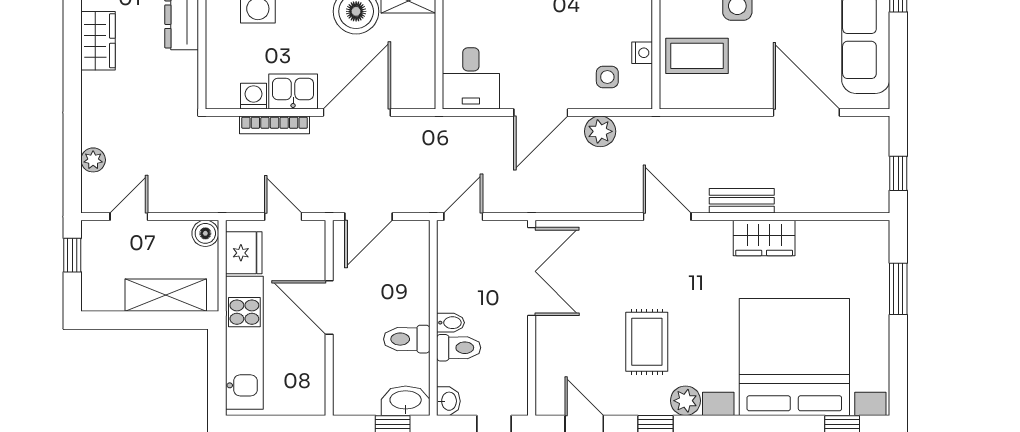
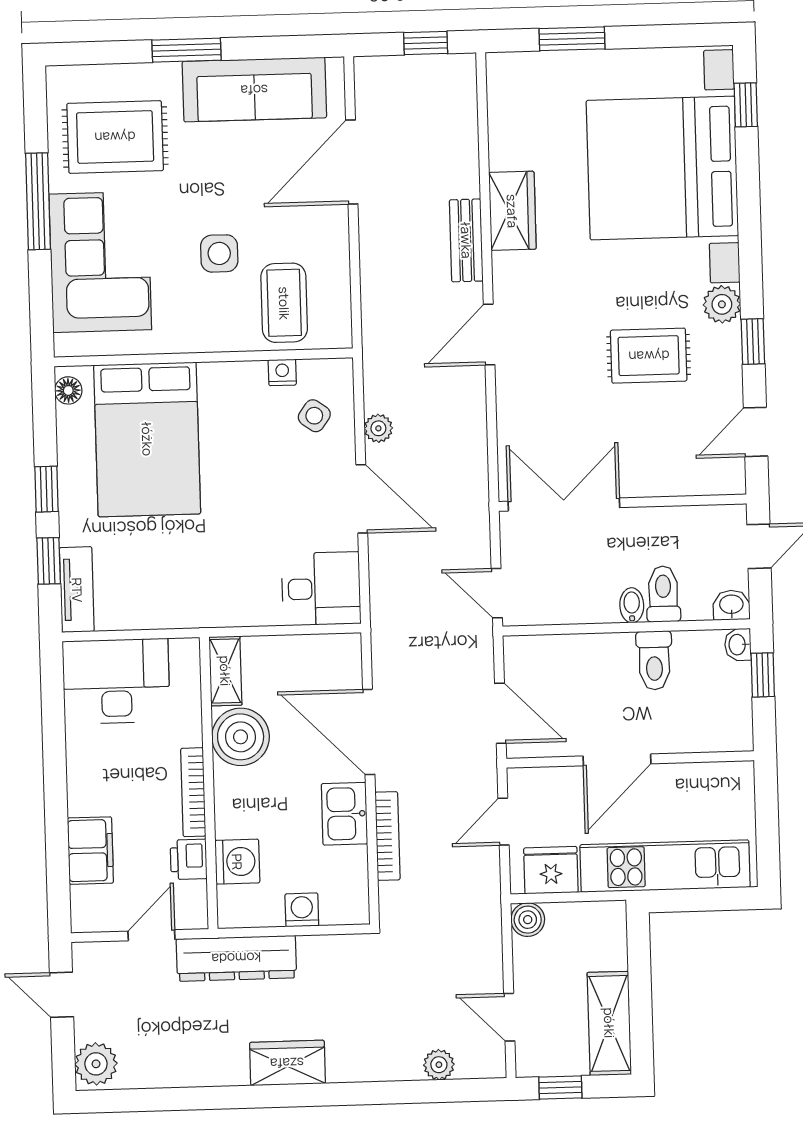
side table: (607, 77) -> (314, 416), turned 36
washing machine: (253, 96) -> (302, 910), moved, turned 90
plant: (600, 131) -> (378, 428), width x0.73, depth x0.73
shelving: (166, 295) -> (609, 1023), moved
washbasin: (406, 401) -> (738, 645), width x0.52, depth x0.69

